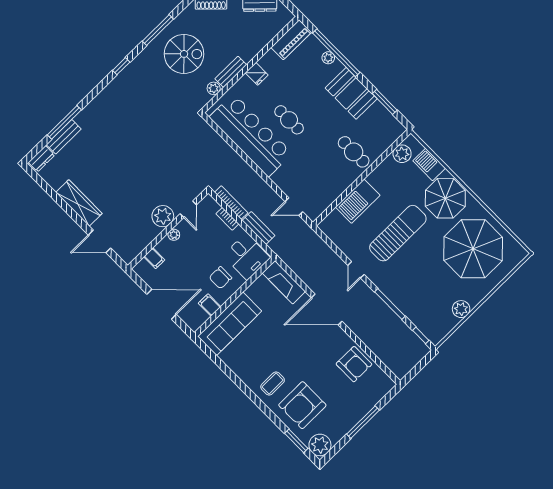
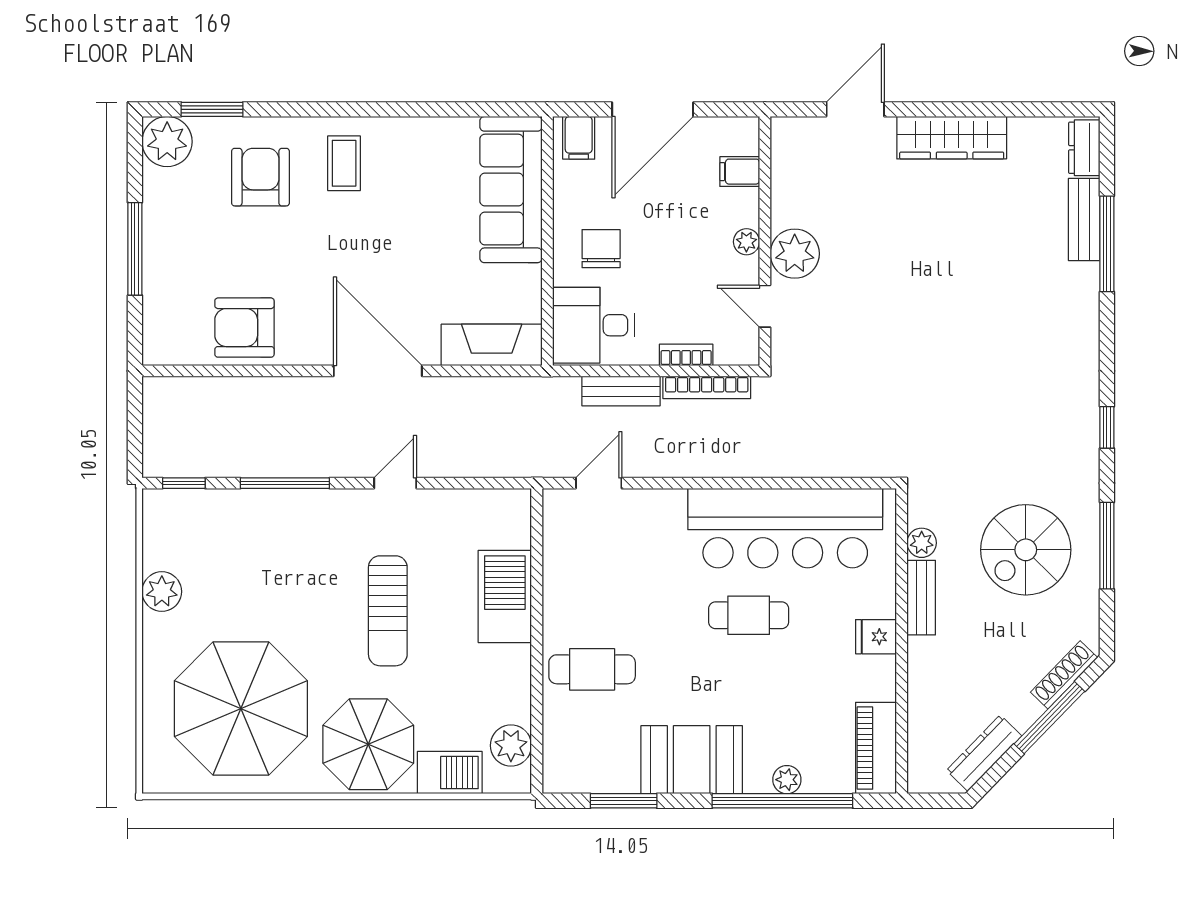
sun lounger: (398, 233) -> (388, 611), width x0.73, depth x0.75
door: (356, 270) -> (395, 483), hinge flipped
filing cabinet: (210, 305) -> (579, 138), moved, turned 90
door: (327, 310) -> (378, 371), hinge flipped
armchair: (302, 405) -> (260, 177), width x0.73, depth x0.73

